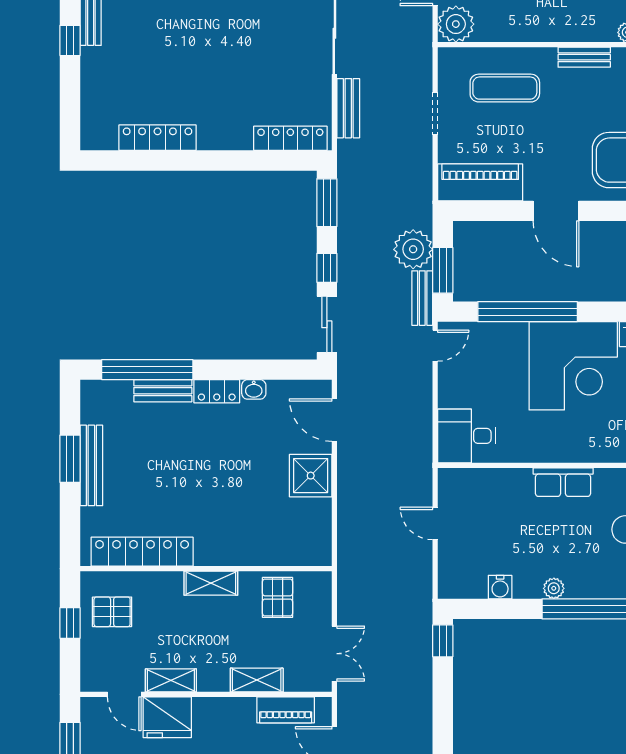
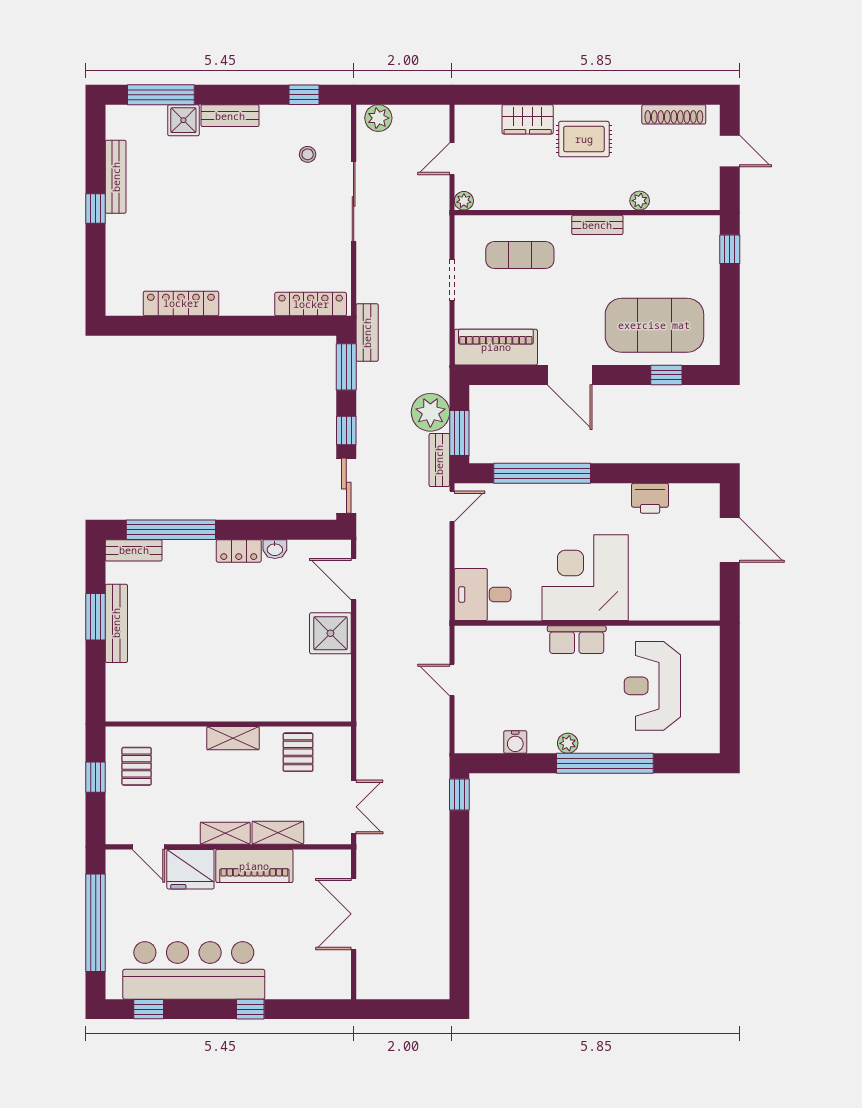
plant: (456, 24) -> (464, 201), width x0.53, depth x0.53
bench: (348, 108) -> (367, 333), moved
corner desk: (573, 366) -> (585, 578), moved, turned 180
bench: (163, 391) -> (134, 550), moved
locker: (142, 552) -> (166, 707), removed
pallet: (112, 612) -> (137, 766), turned 90
shelving: (171, 680) -> (225, 833), moved
piano: (286, 710) -> (254, 866), moved, width x1.37, depth x1.33

